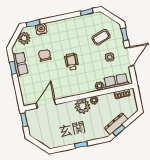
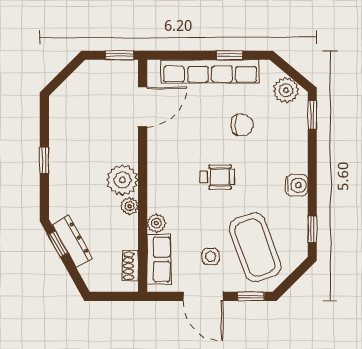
water cooler: (41, 29) -> (297, 185), moved
coffee table: (101, 37) -> (255, 247), width x1.86, depth x1.72
row of seats: (20, 64) -> (210, 71), width x2.02
door: (46, 104) -> (143, 107), hinge flipped

